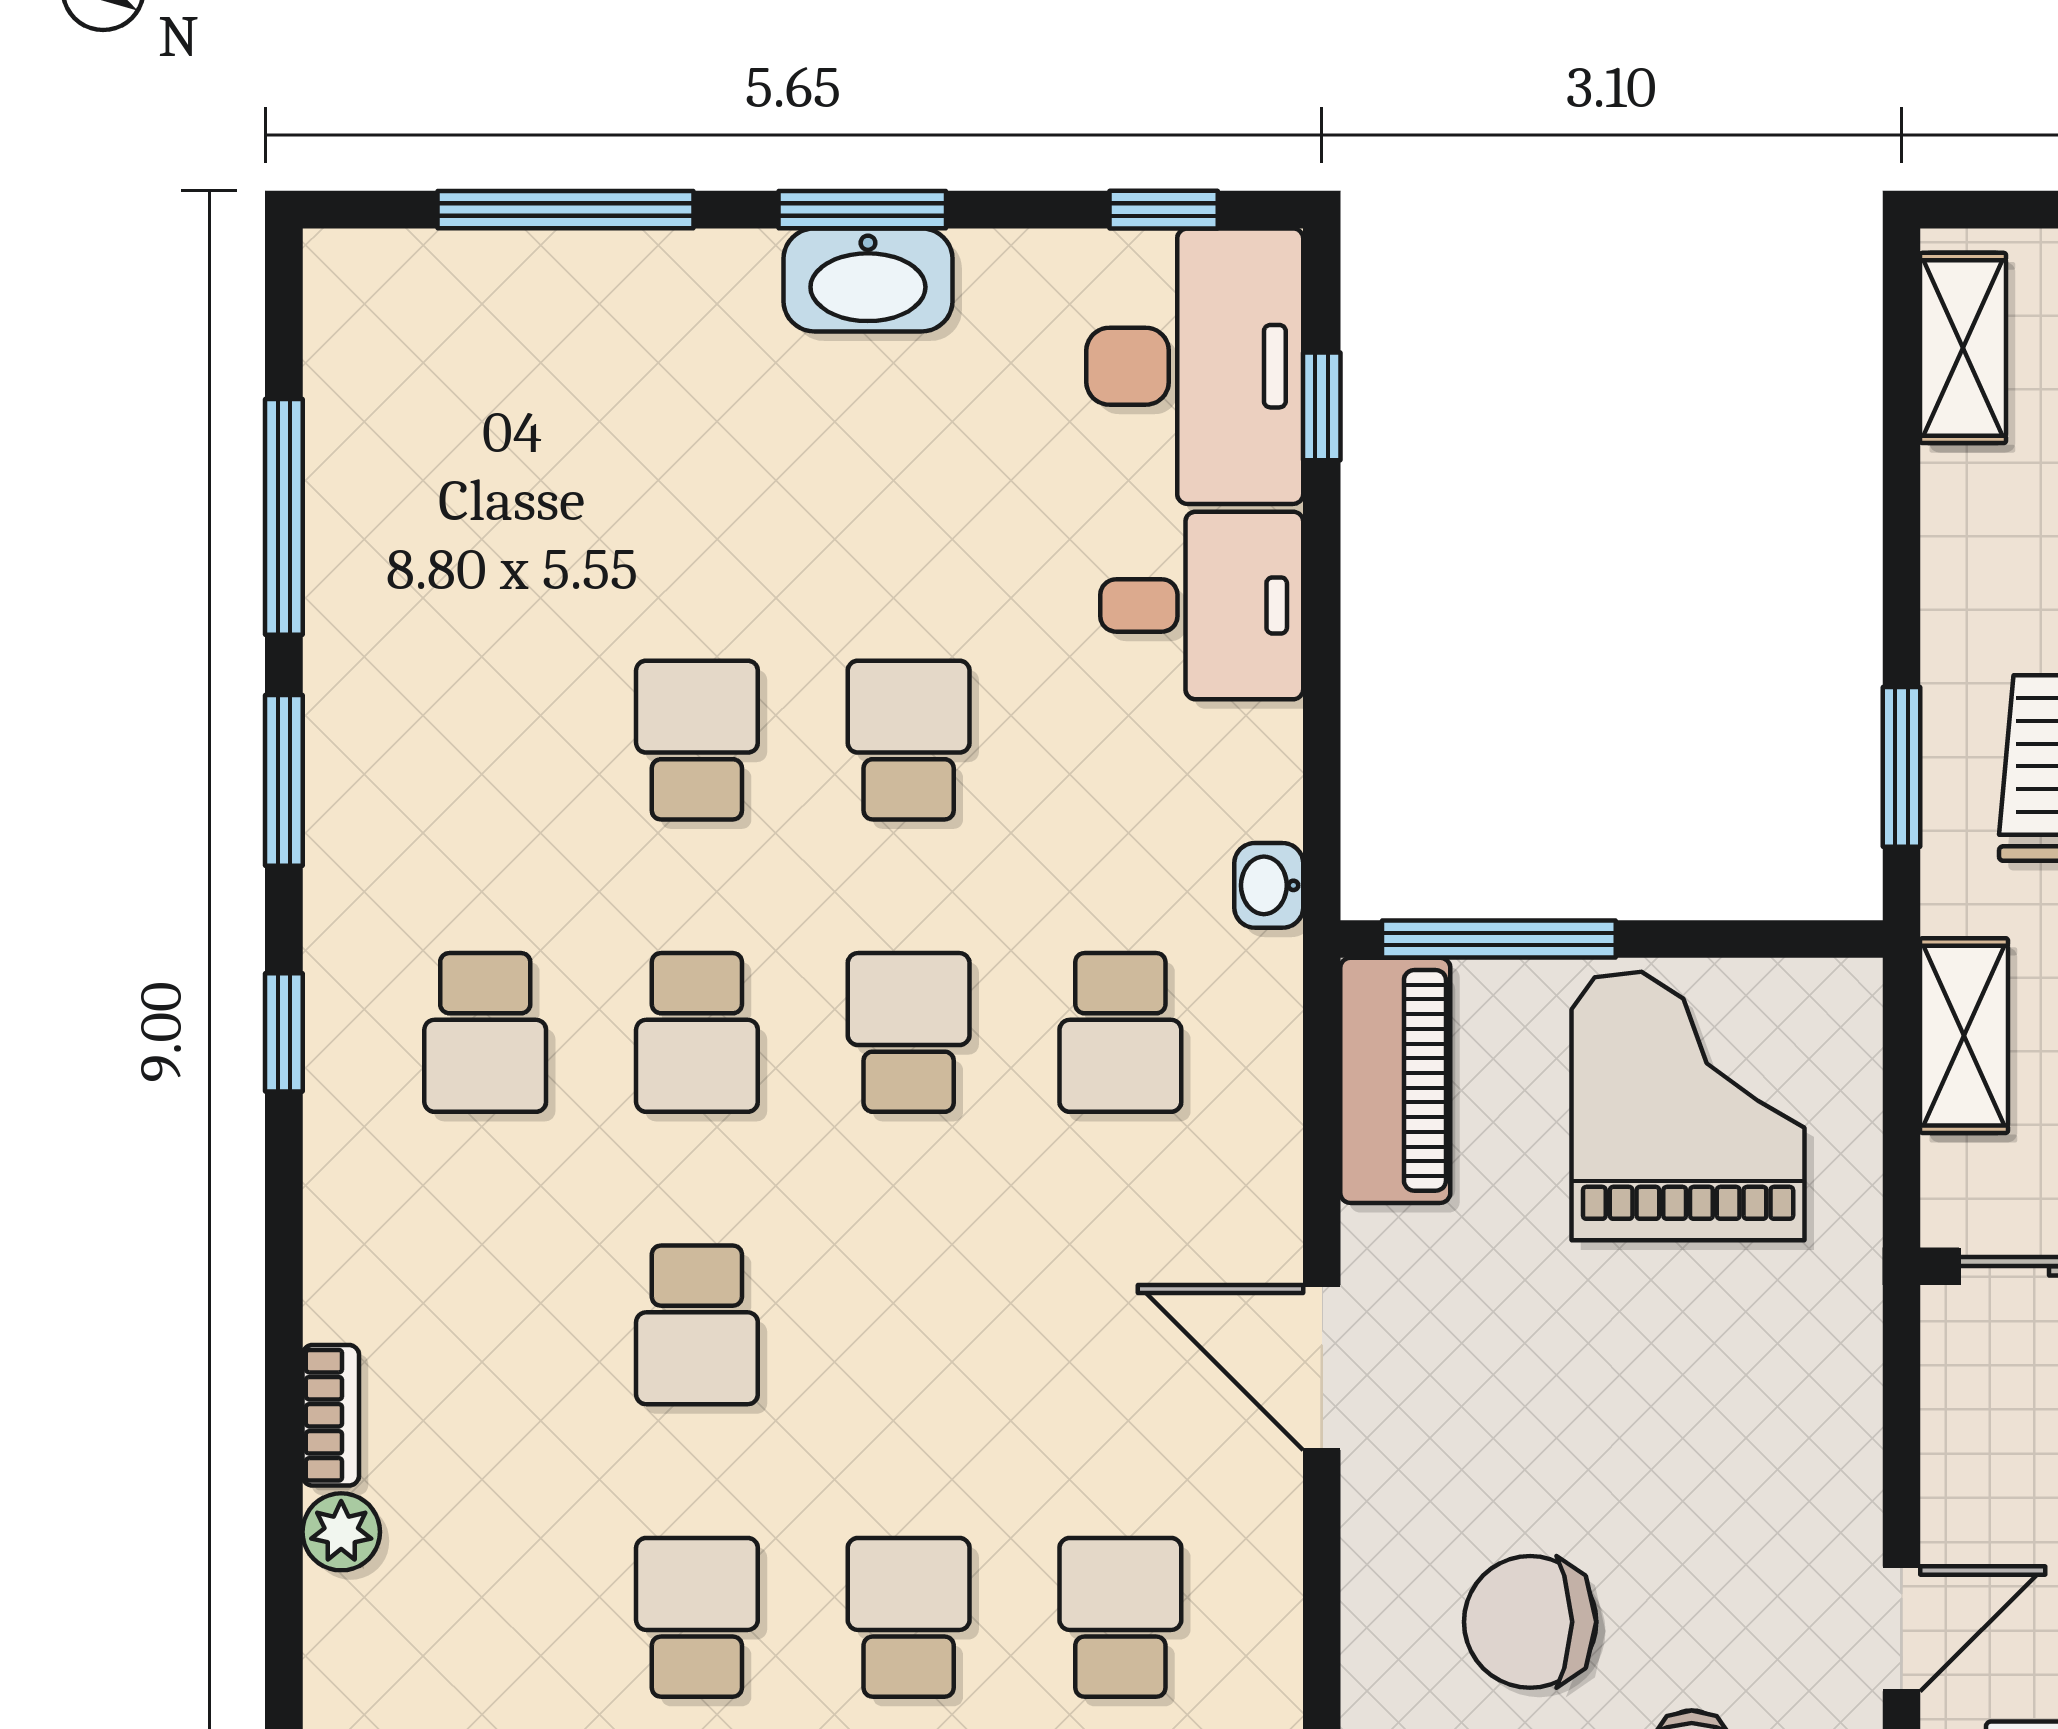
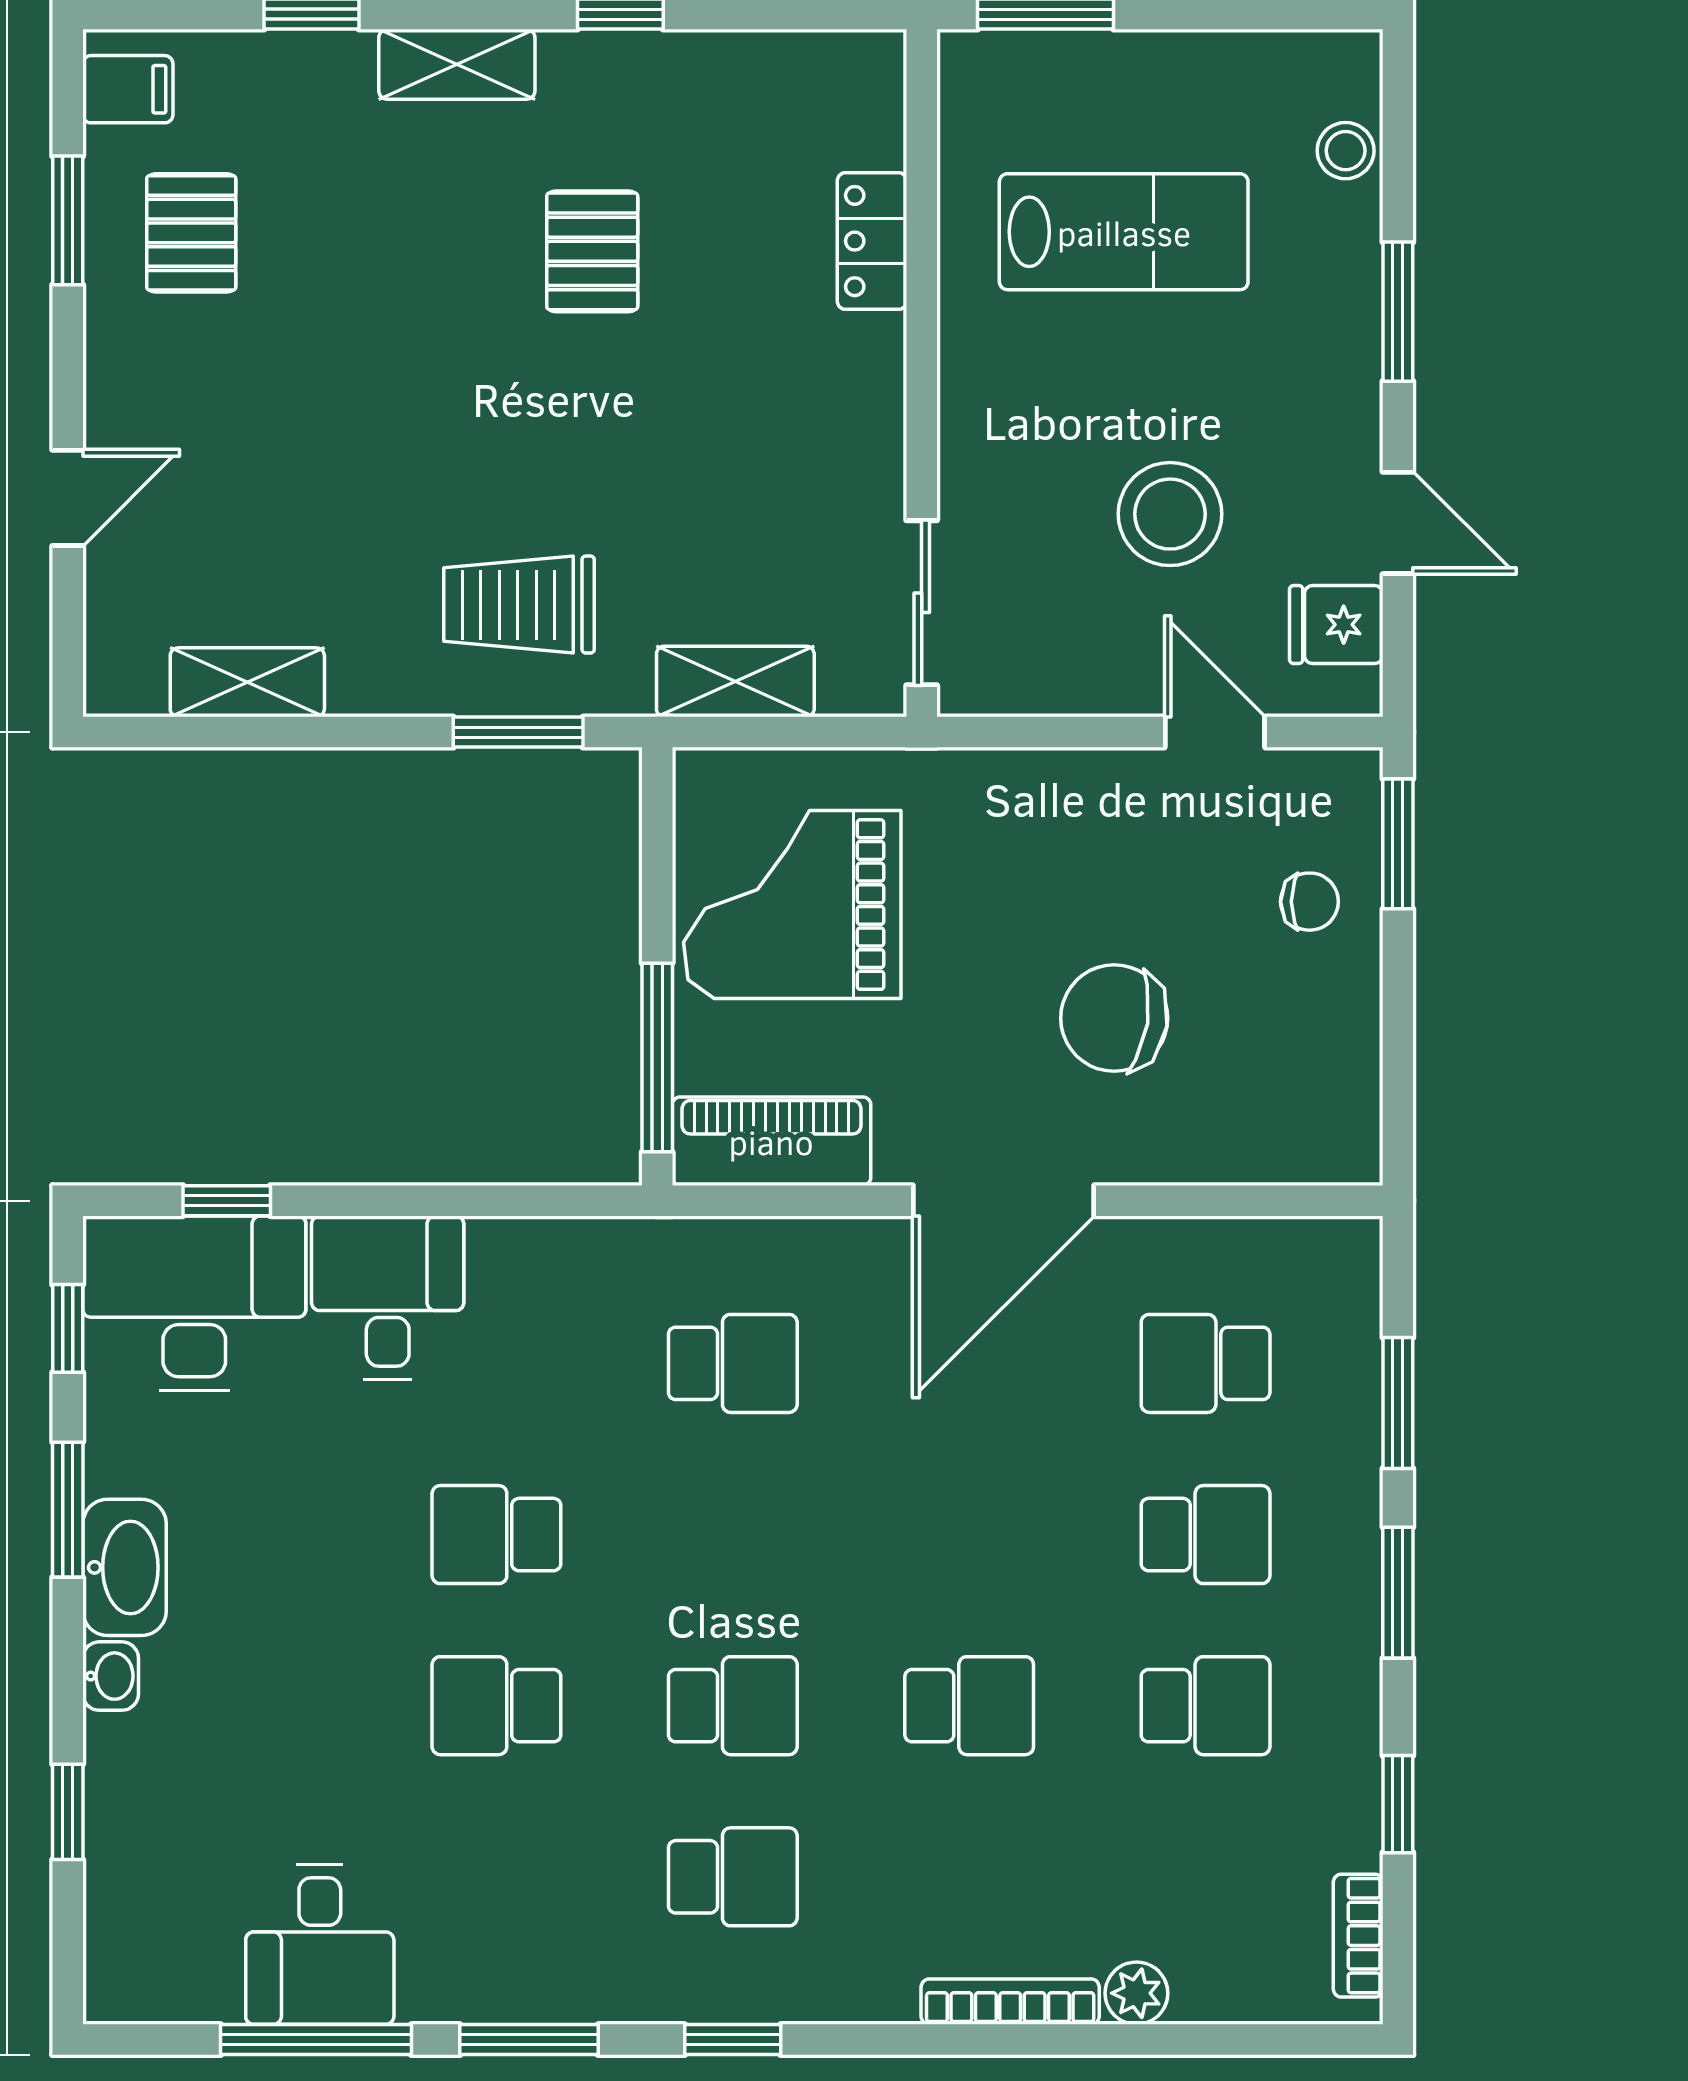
window: (566, 210) -> (68, 1812), width x0.46
window: (862, 210) -> (68, 1510), moved
shelving: (1963, 348) -> (247, 682), moved
desk: (401, 521) -> (320, 1945), added
washbasin: (1269, 885) -> (111, 1676), moved, turned -90
school desk: (909, 1032) -> (733, 1535), removed
door: (1322, 1367) -> (1004, 1201), width x1.36
bookcase: (331, 1415) -> (1010, 2002), width x1.56
school desk: (697, 1617) -> (1206, 1706), turned 180
school desk: (909, 1617) -> (1206, 1535), turned 180
chair: (1530, 1622) -> (1114, 1018), moved, turned 99

